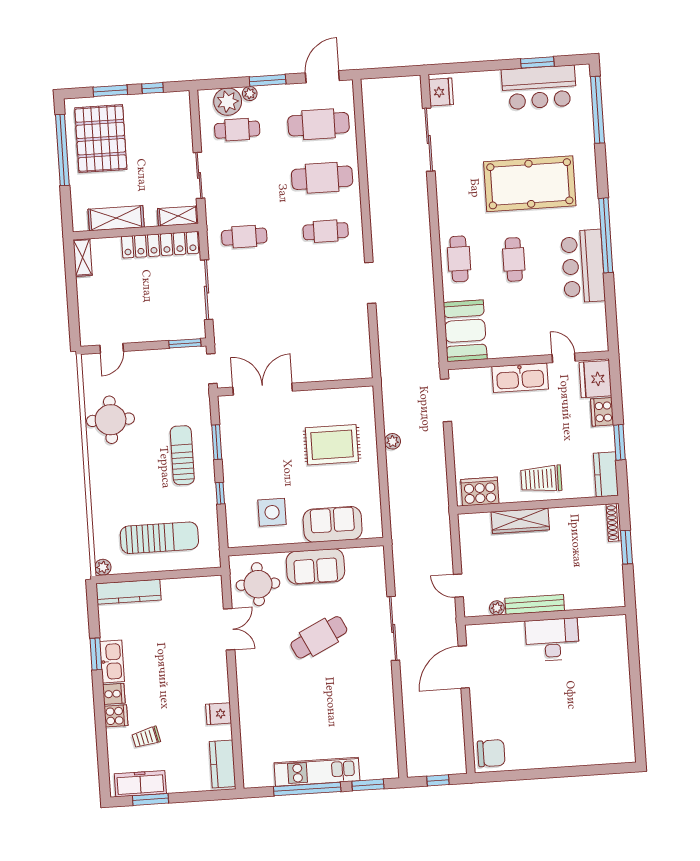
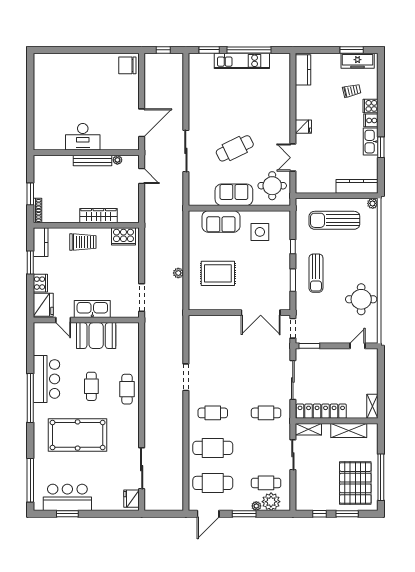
booth: (465, 331) -> (96, 336), moved, turned 90
fridge: (219, 714) -> (303, 127), moved

